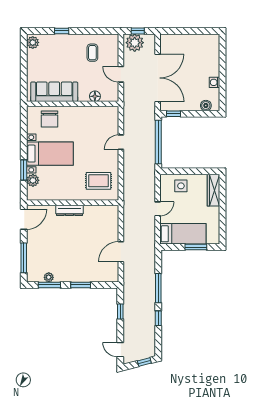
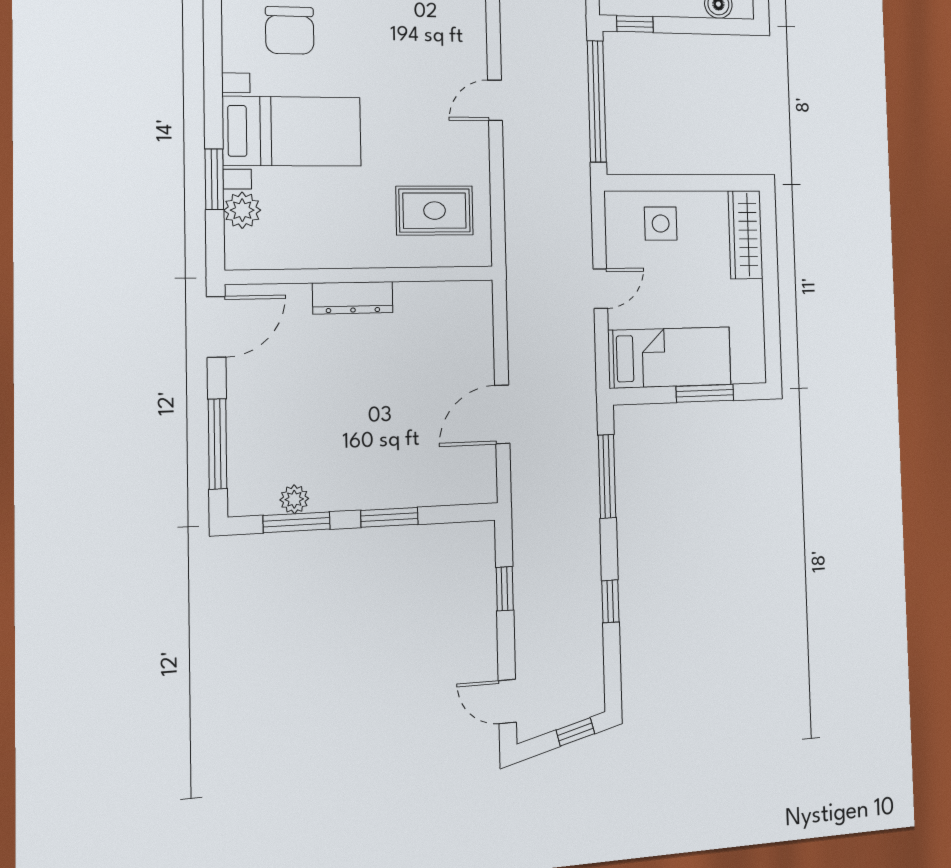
window: (158, 288) -> (607, 476), moved

